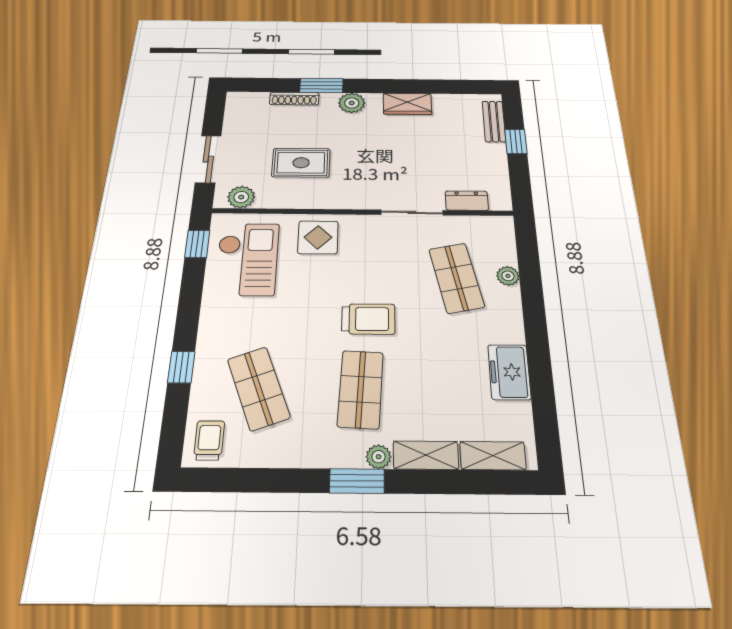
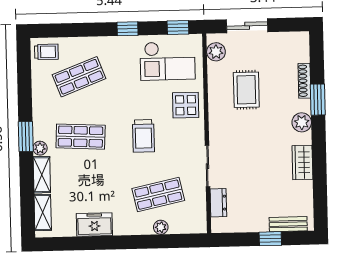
trolley: (368, 319) -> (143, 136), moved
window: (181, 367) -> (127, 29), moved

